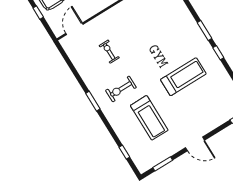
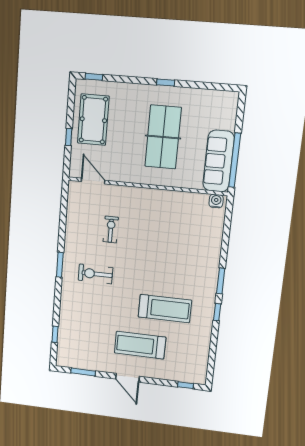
door: (74, 29) -> (93, 181), hinge flipped
treadmill: (149, 118) -> (140, 345), moved, turned 90

